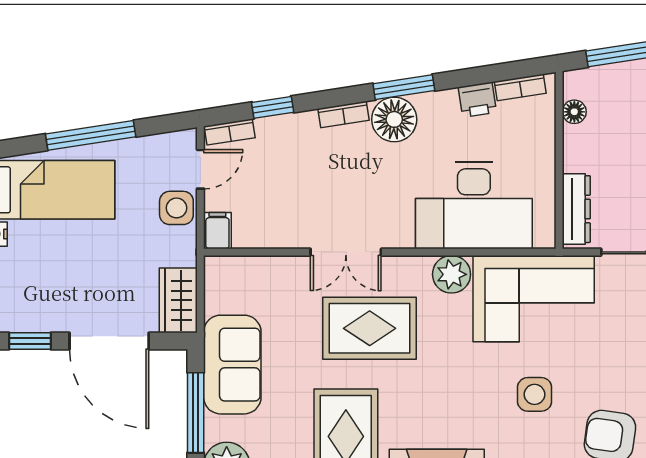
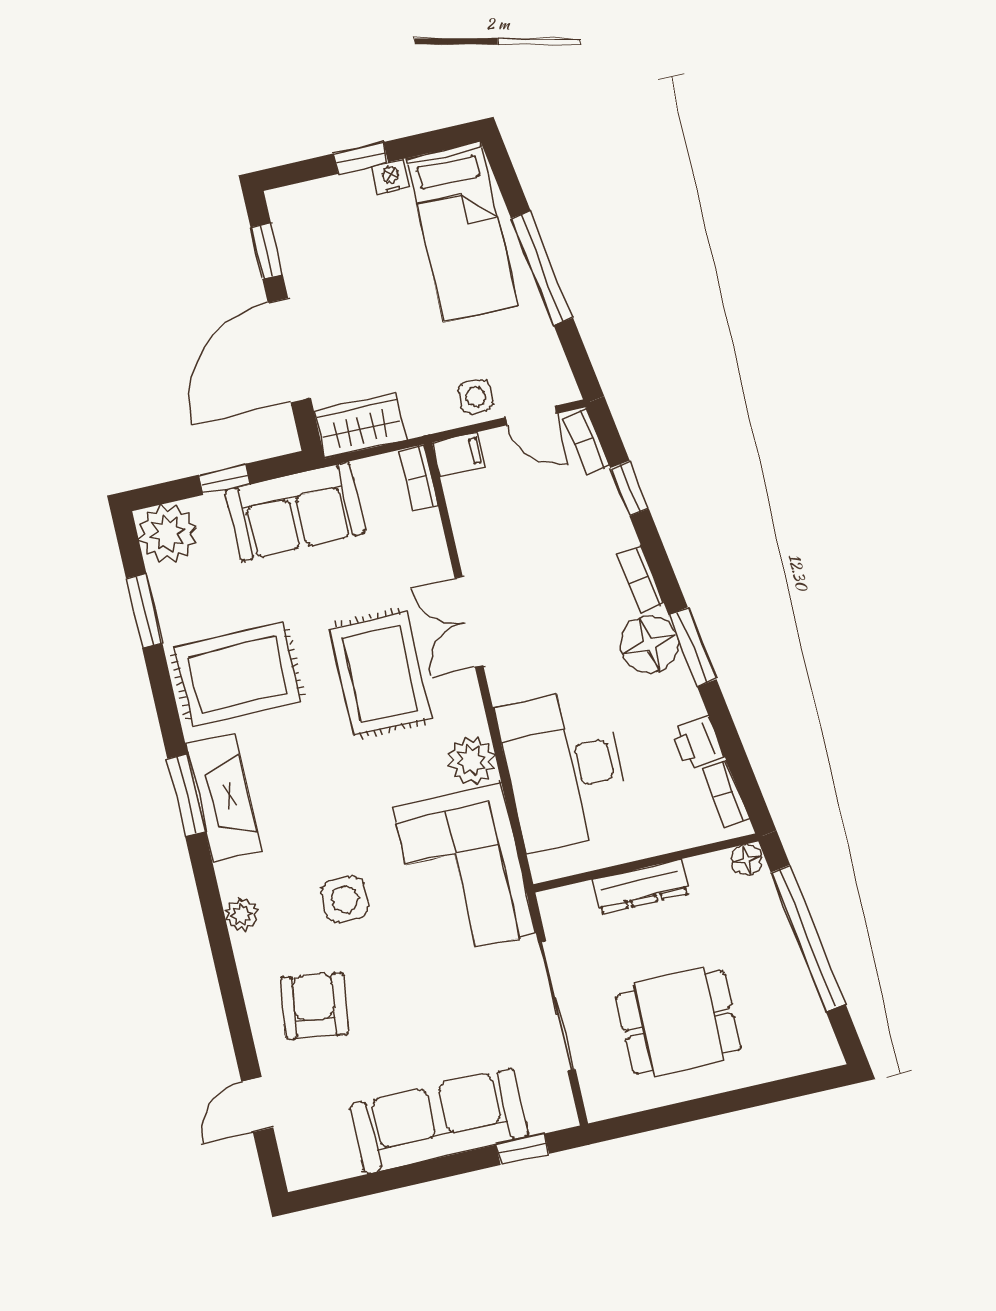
floor lamp: (574, 112) -> (746, 860), moved
side table: (176, 208) -> (476, 397), width x0.73, depth x0.73
dresser: (576, 209) -> (641, 887), moved
bookcase: (228, 265) -> (419, 478), added
window: (196, 413) -> (224, 479), width x0.46

